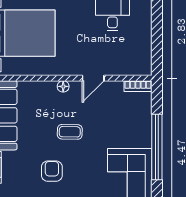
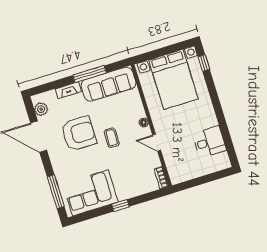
window: (157, 147) -> (120, 205), width x0.32
armchair: (52, 171) -> (79, 134), width x1.88, depth x1.88

